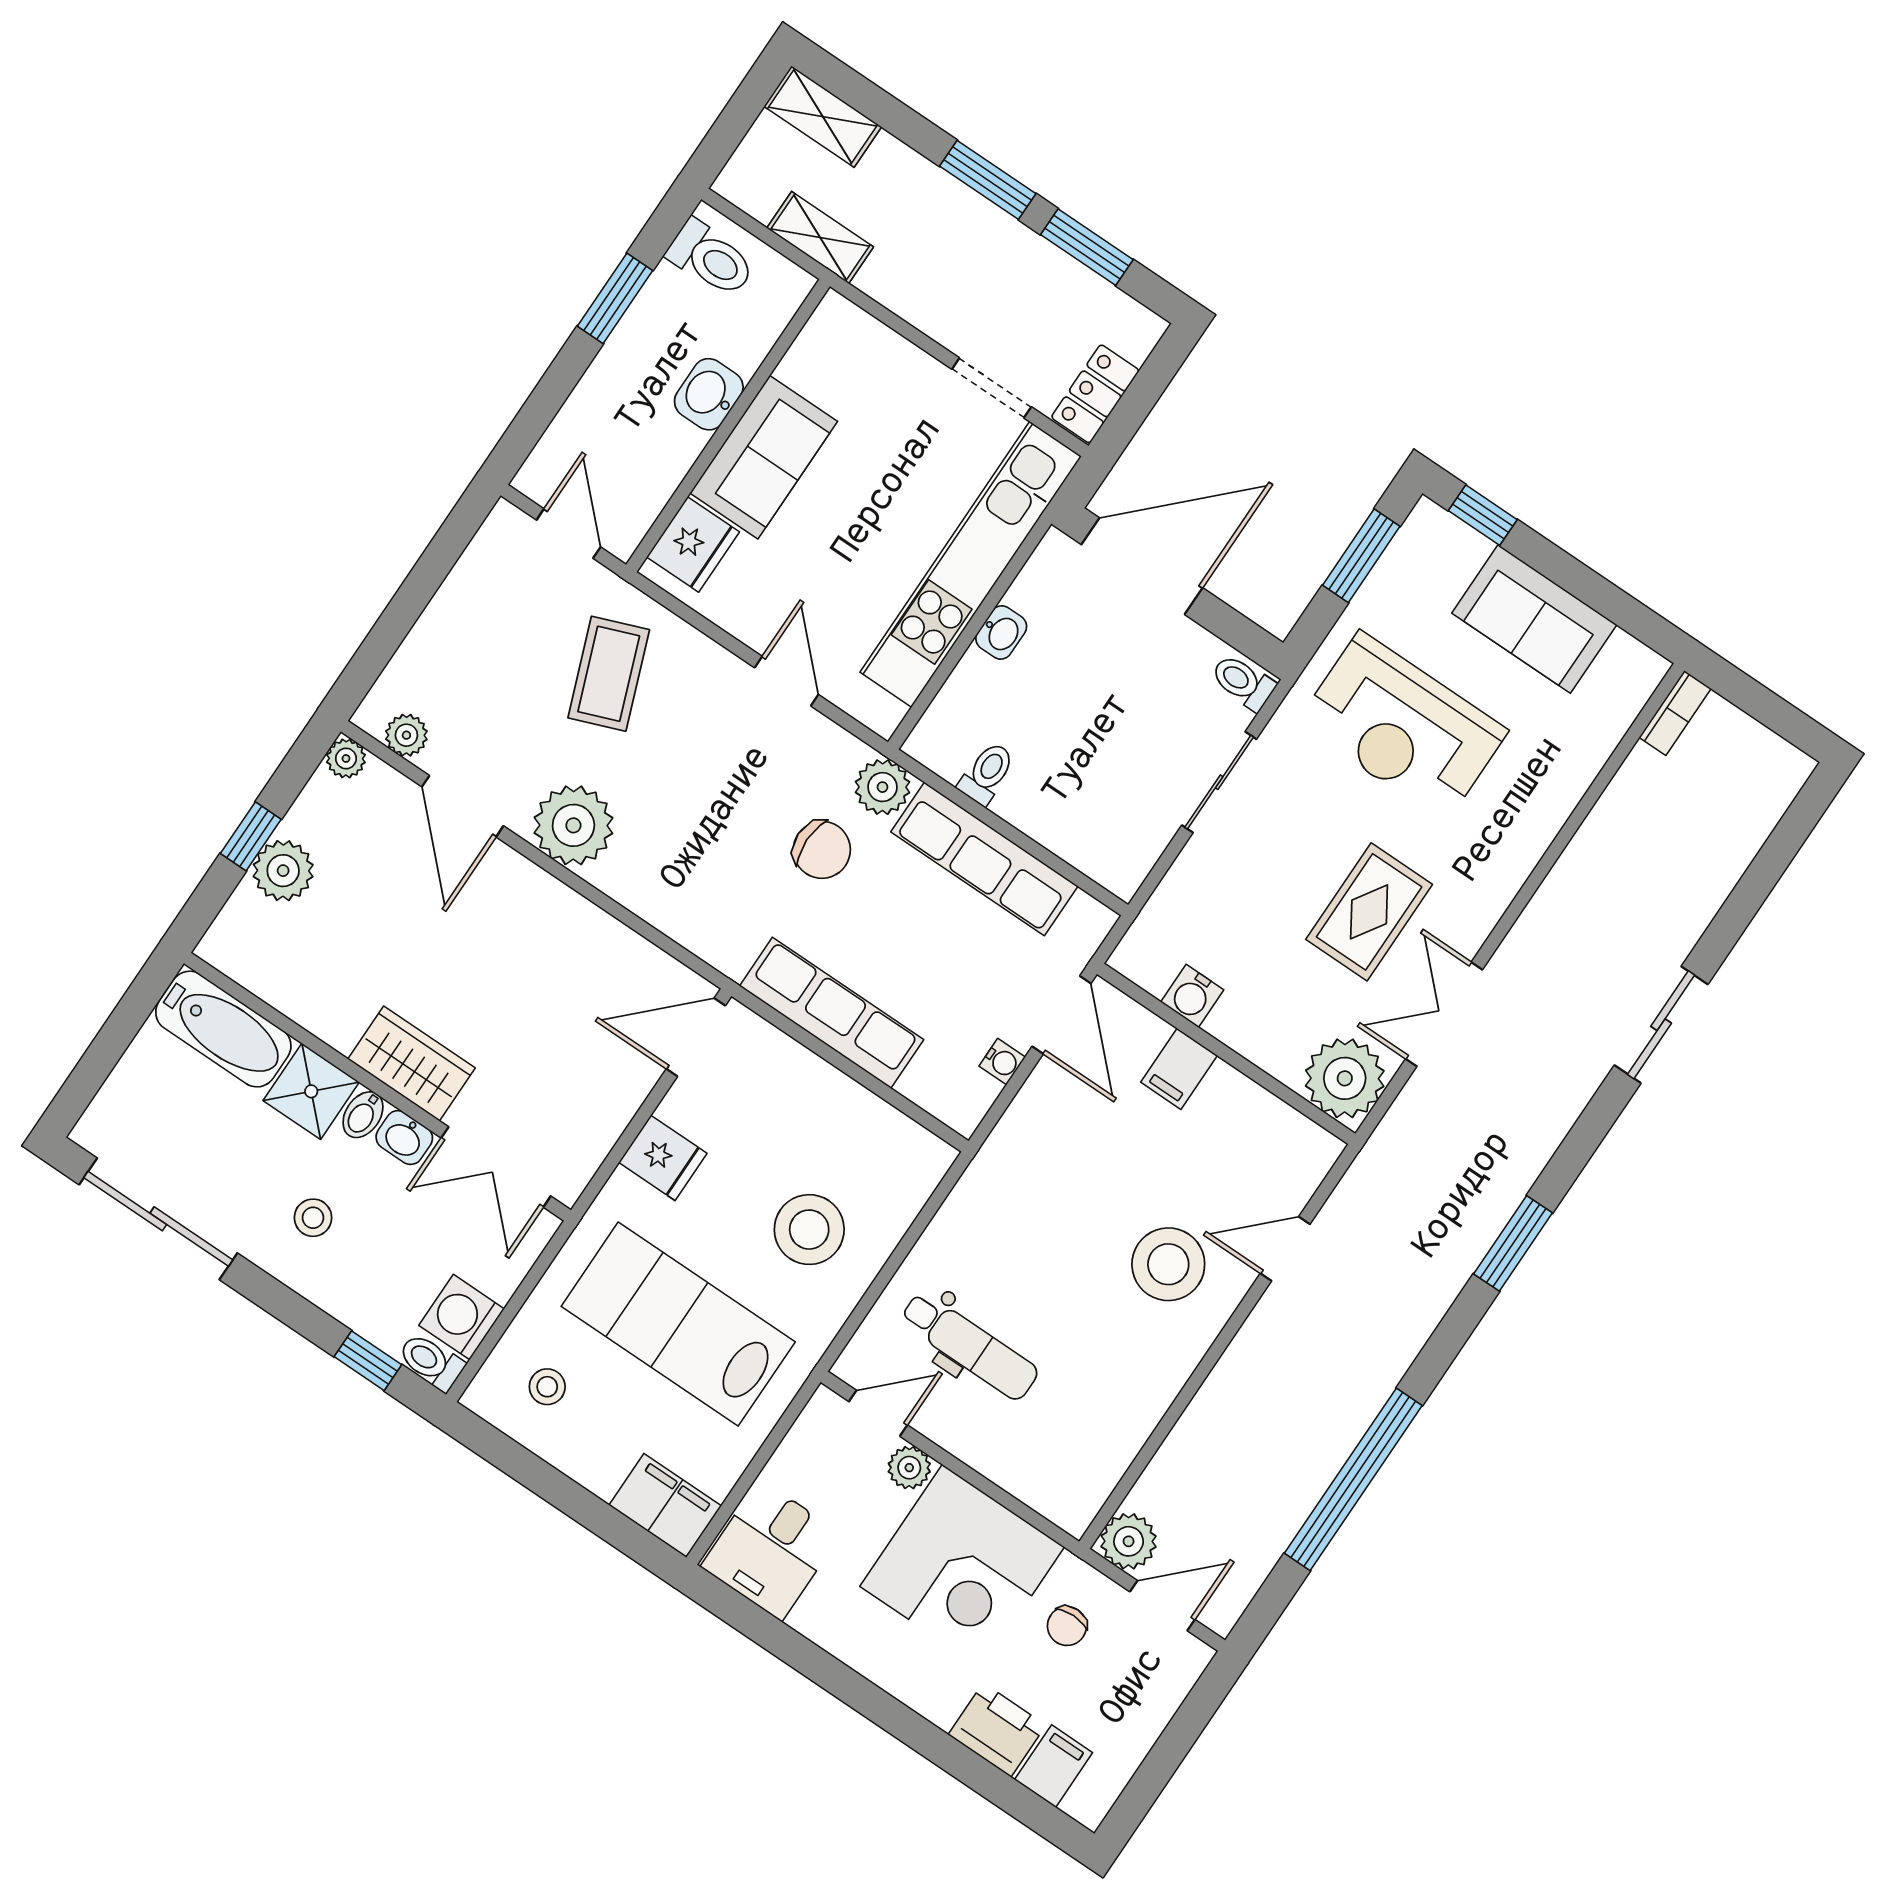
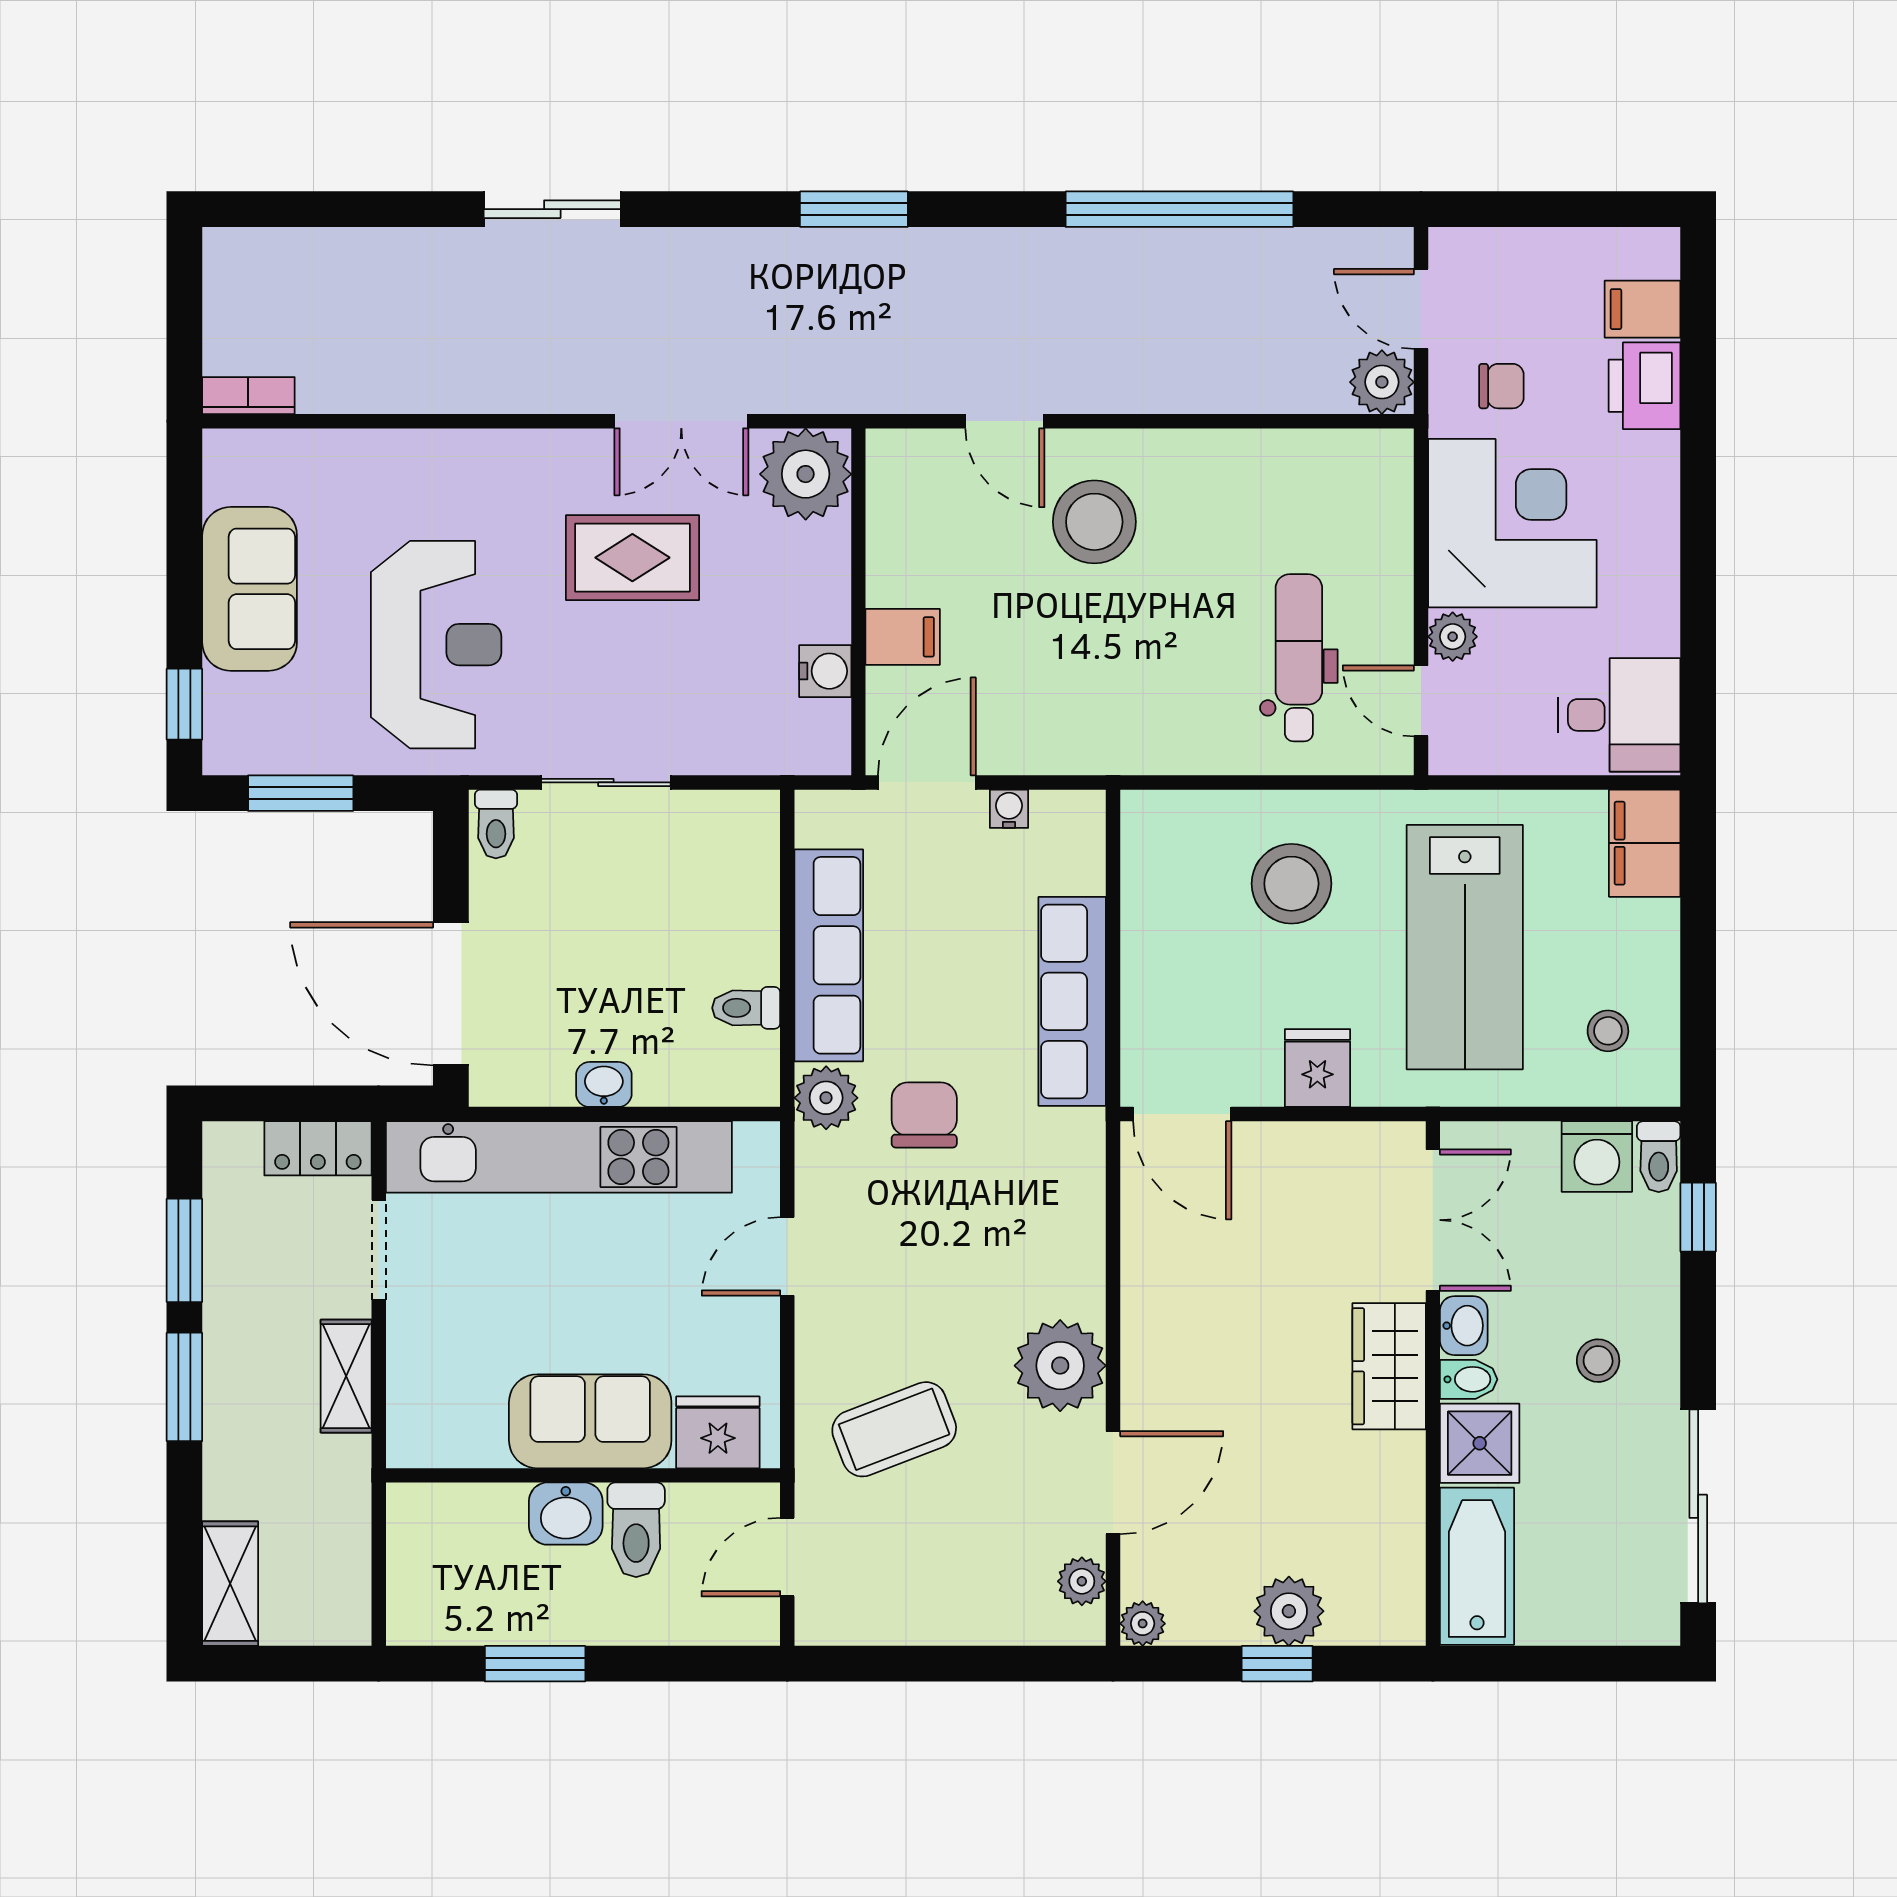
shelving: (820, 237) -> (346, 1376), moved
toilet: (711, 258) -> (636, 1530), moved, turned 180

